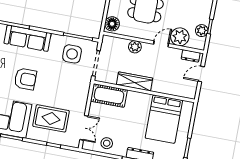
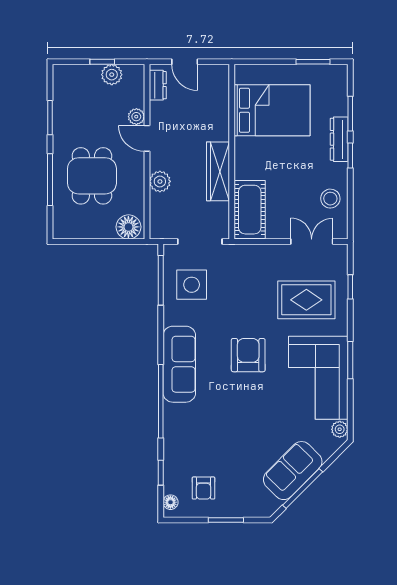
plant: (180, 37) -> (136, 117), width x0.53, depth x0.53
rug: (51, 118) -> (306, 300), turned 90

